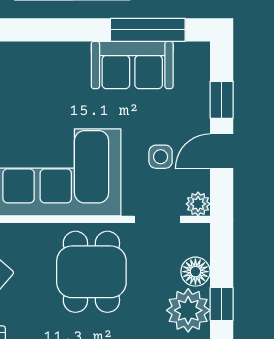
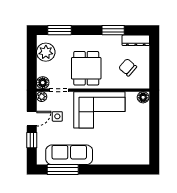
sofa: (132, 65) -> (69, 155), width x1.36
floor lamp: (195, 272) -> (43, 83), moved
window: (222, 304) -> (32, 55), removed

